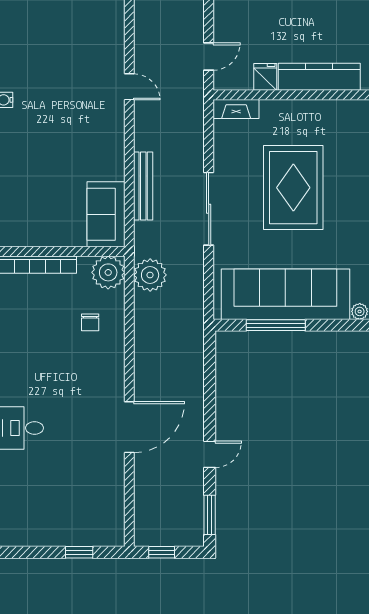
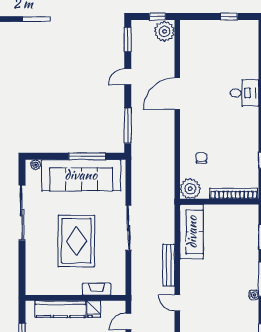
fireplace: (236, 109) -> (97, 289), moved
bench: (143, 186) -> (169, 265), moved
sofa: (106, 214) -> (192, 232), width x1.36
plant: (150, 275) -> (164, 31), moved
window: (210, 375) -> (128, 126), added
window: (79, 552) -> (229, 17), moved

